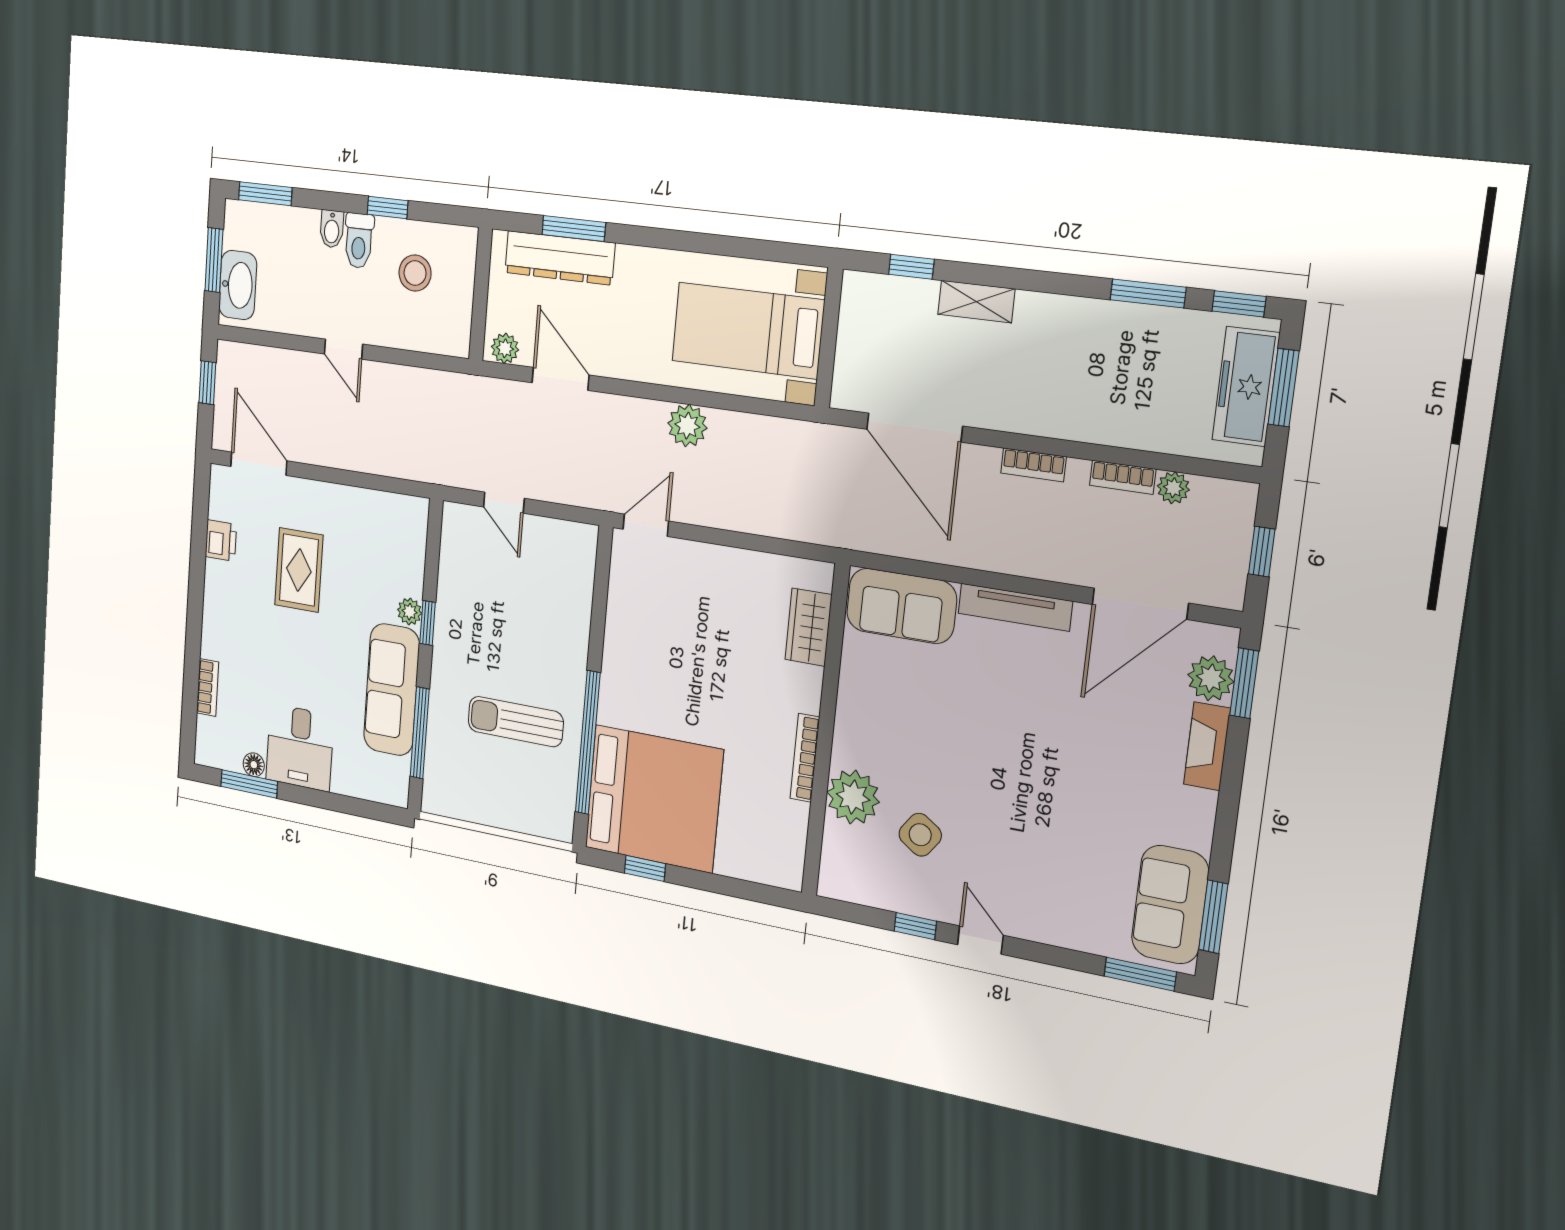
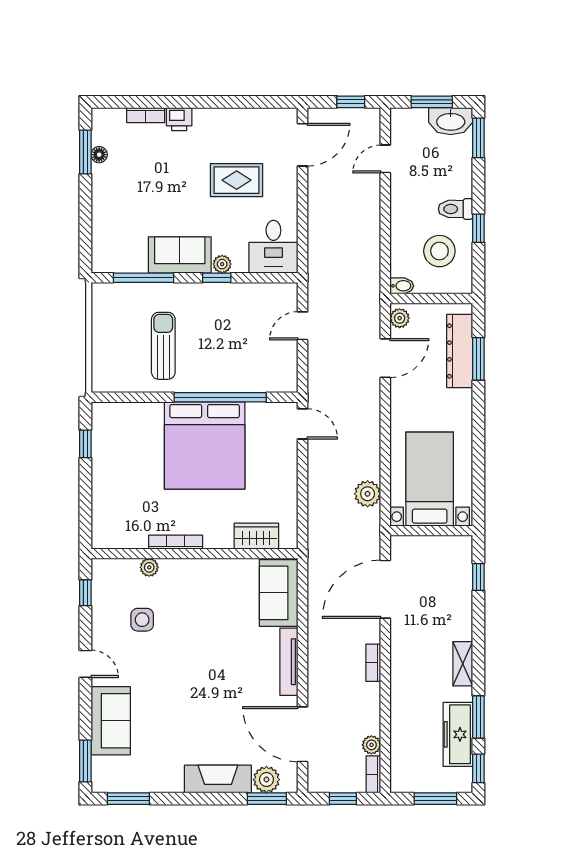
bidet: (332, 229) -> (402, 286), moved, turned 180
stool: (415, 273) -> (439, 251), width x1.38, depth x1.38
washbasin: (238, 285) -> (451, 121), moved
shelving: (976, 302) -> (463, 664), moved
door: (343, 349) -> (385, 159), moved
freezer: (1246, 387) -> (458, 734), moved, turned -90
plant: (687, 426) -> (368, 494), moved
bookcase: (1123, 477) -> (373, 774), moved
printer: (221, 540) -> (179, 119), moved
sofa: (392, 690) -> (180, 255), width x0.73
window: (588, 742) -> (220, 397), moved
fireplace: (1207, 746) -> (218, 779), width x1.37, depth x1.32
desk: (300, 747) -> (273, 247), moved, turned -90
plant: (853, 797) -> (149, 567), width x0.53, depth x0.53
bed: (654, 799) -> (205, 446), moved
side table: (920, 835) -> (142, 620), turned -35
sofa: (1170, 905) -> (111, 721), moved, turned 90
window: (915, 926) -> (85, 593), moved
door: (980, 940) -> (85, 664), hinge flipped

